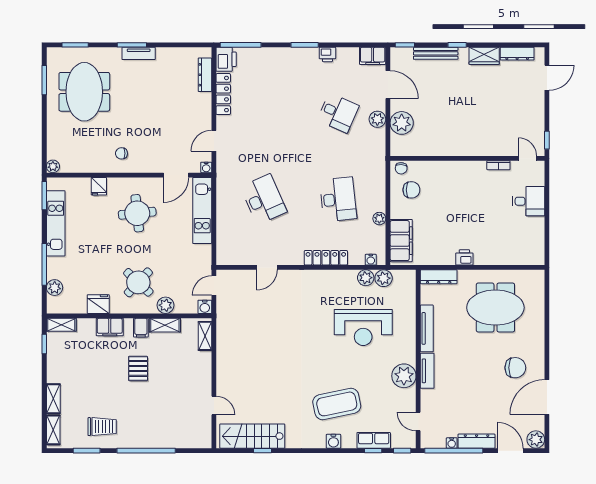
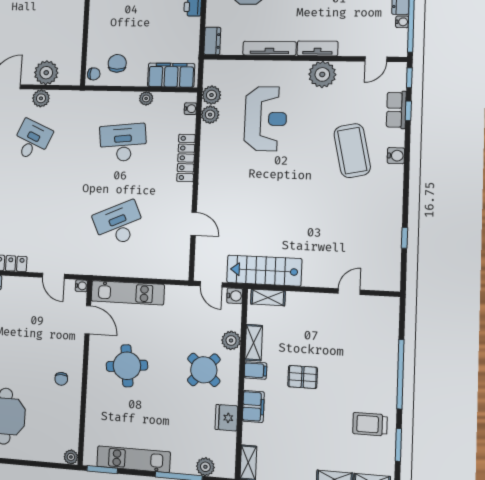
fridge: (99, 186) -> (95, 407), removed
dresser: (439, 277) -> (212, 41), width x0.70
trolley: (102, 427) -> (370, 424), turned -90
stairs: (252, 436) -> (264, 271), moved, turned 90

